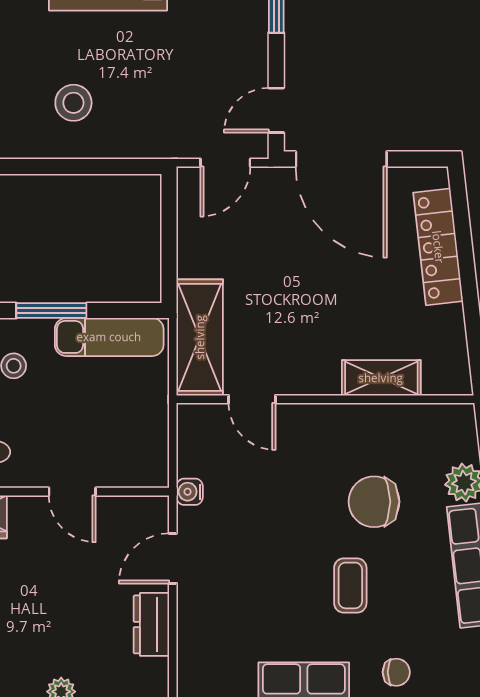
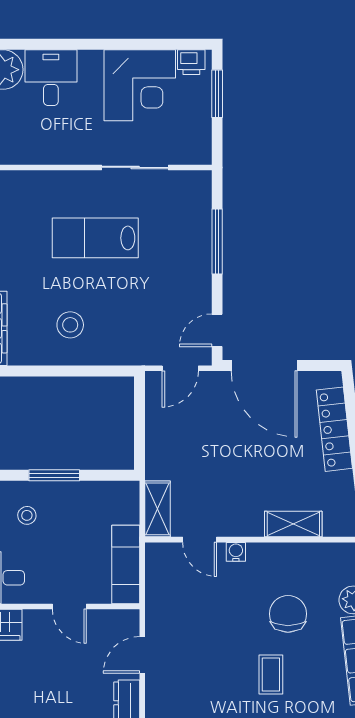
exam couch: (109, 337) -> (126, 564), moved, turned 90
shelving: (200, 337) -> (157, 509), width x0.67, depth x0.75
water cooler: (190, 492) -> (236, 552), moved, turned 90
chair: (374, 502) -> (288, 614), turned 90

